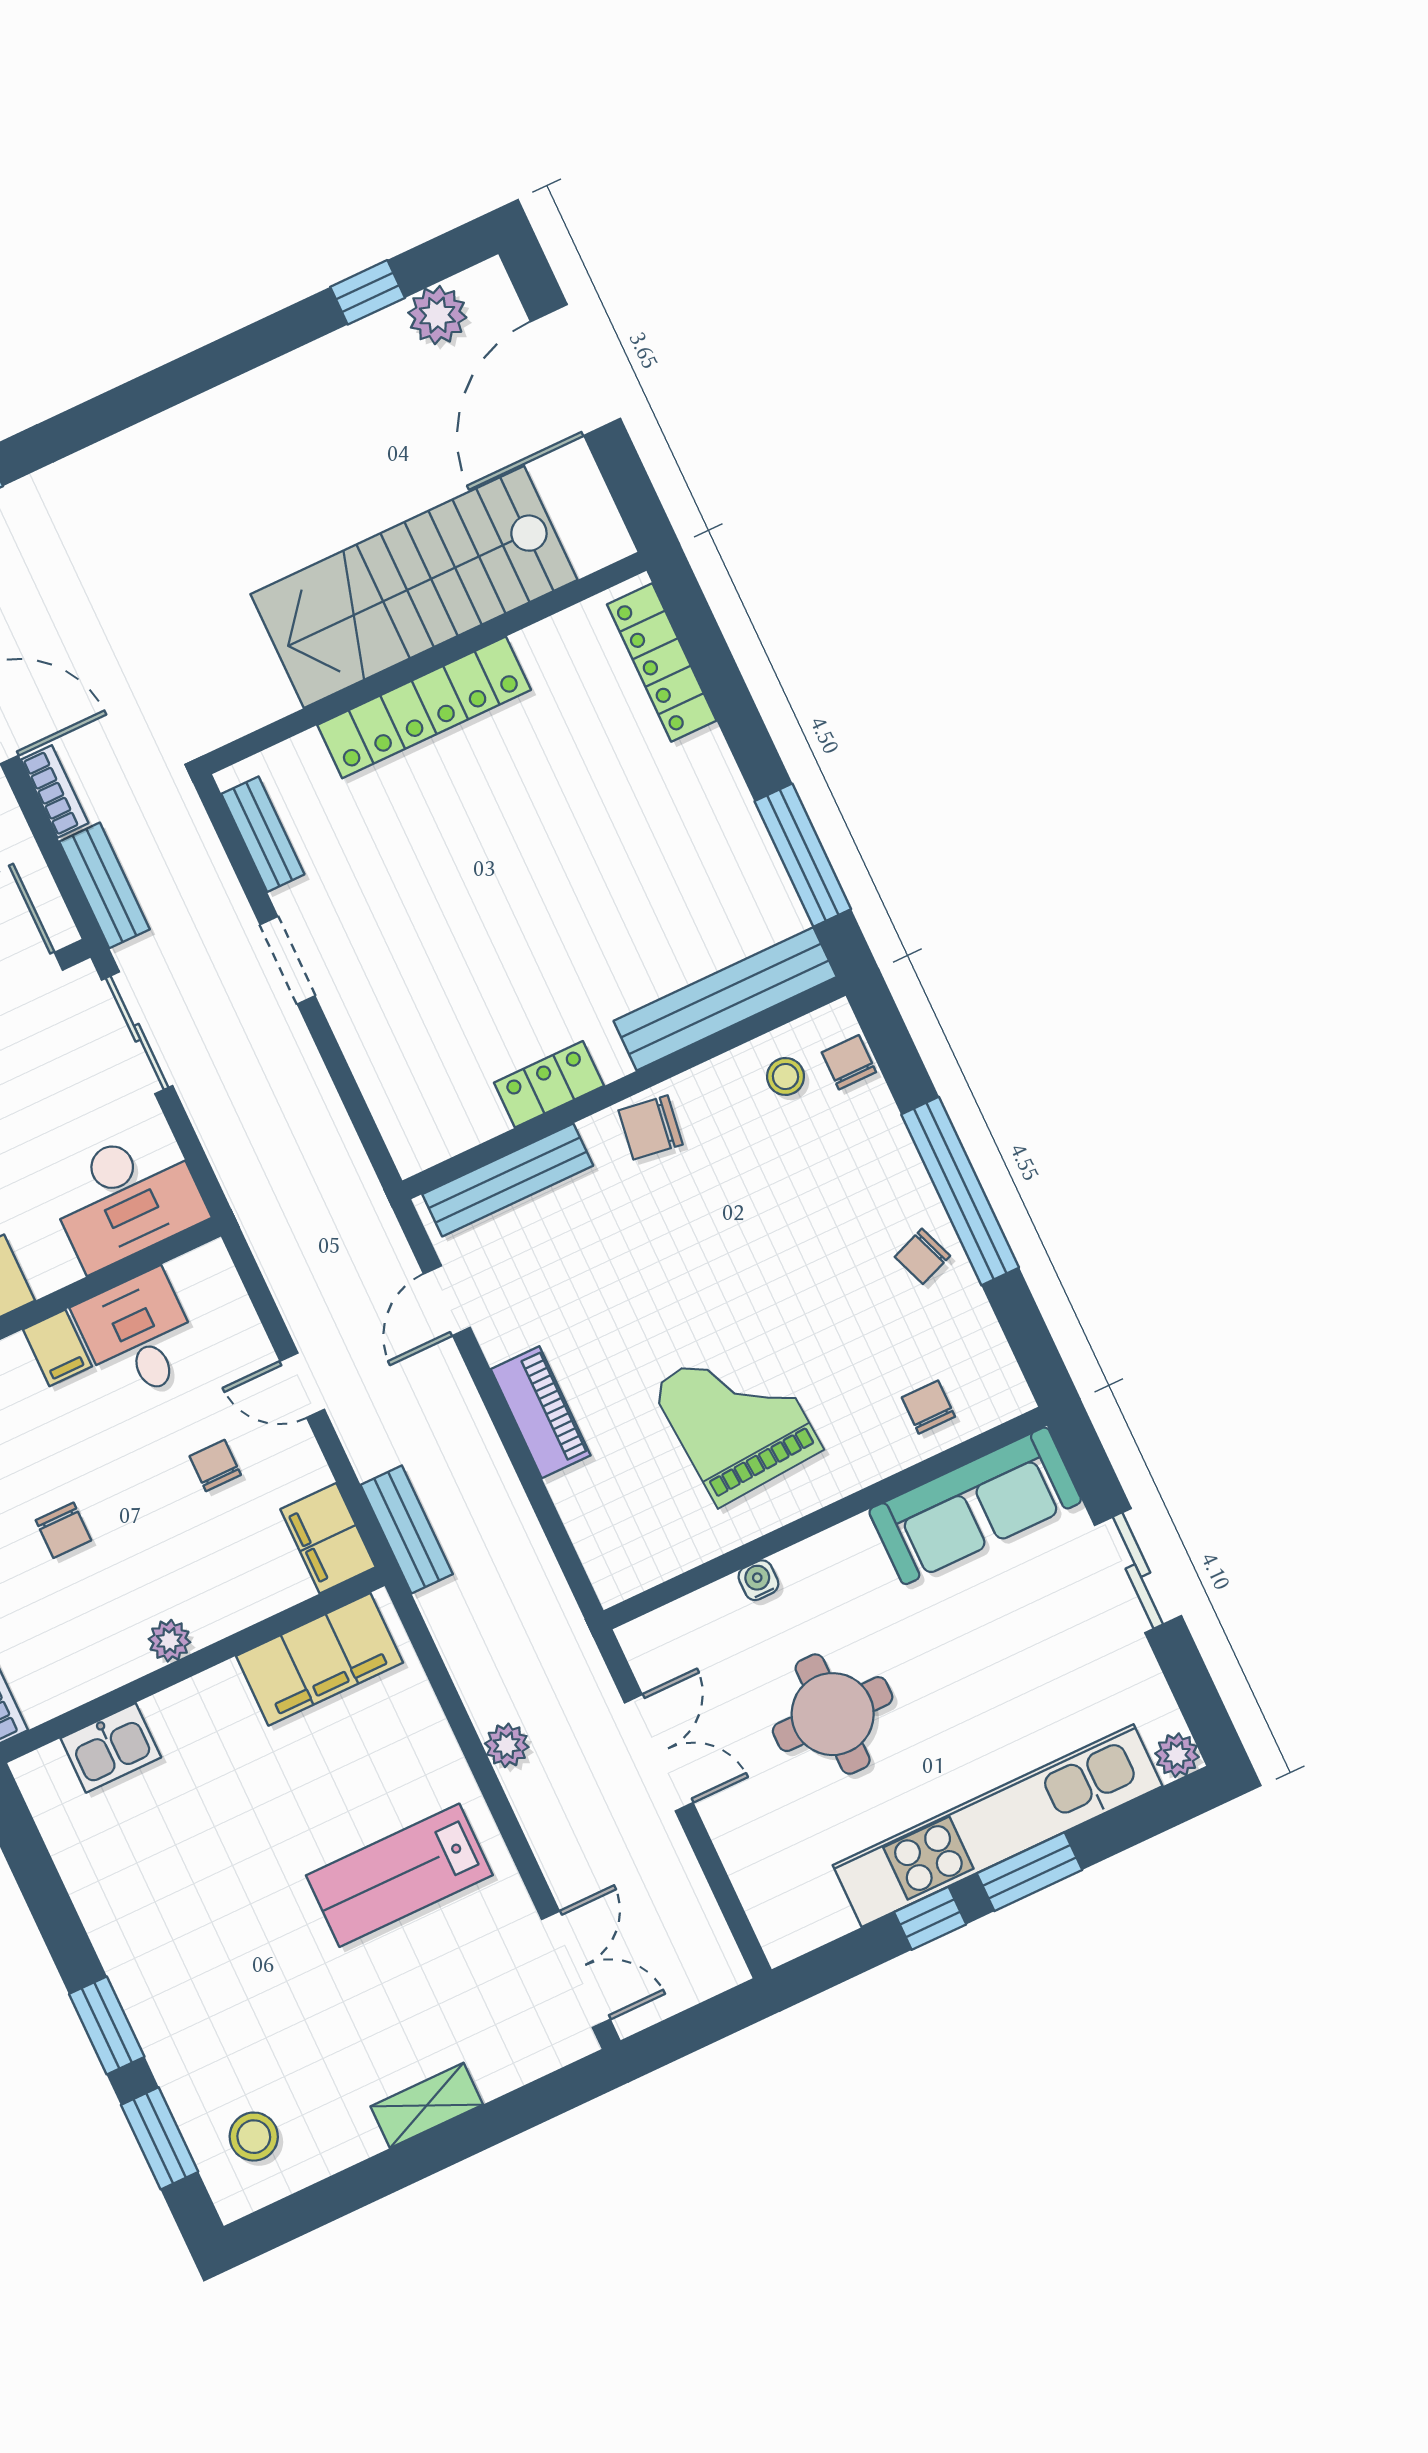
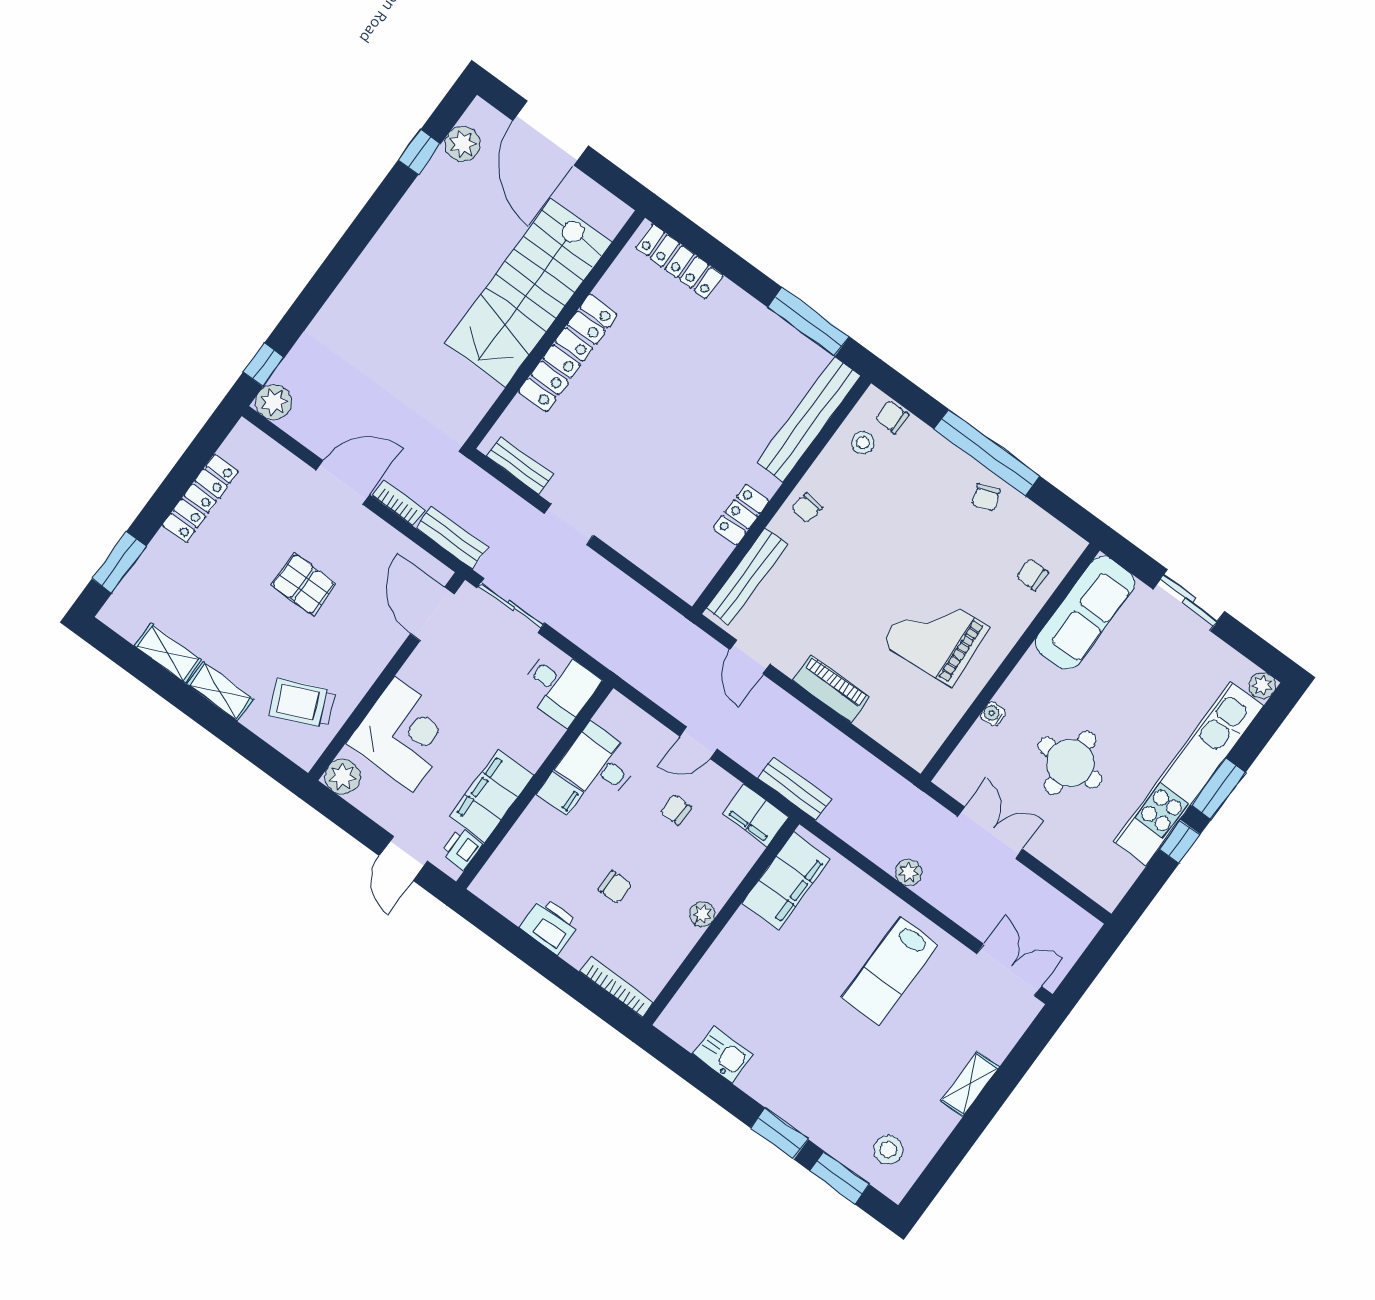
chair: (651, 1127) -> (807, 508), width x0.73, depth x0.73
desk: (126, 1198) -> (559, 686), width x0.73
kitchen sink: (111, 1748) -> (723, 1054), moved, turned -90

